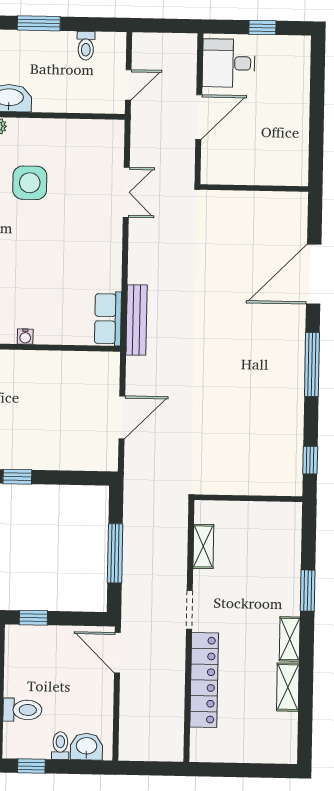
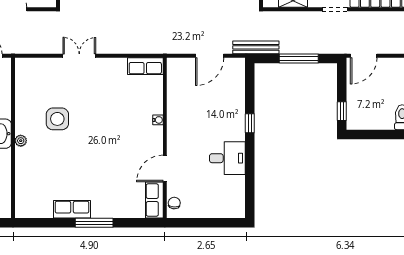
double door: (126, 192) -> (79, 56), moved
bench: (137, 320) -> (256, 47), moved
door: (122, 417) -> (210, 56), swing flipped

